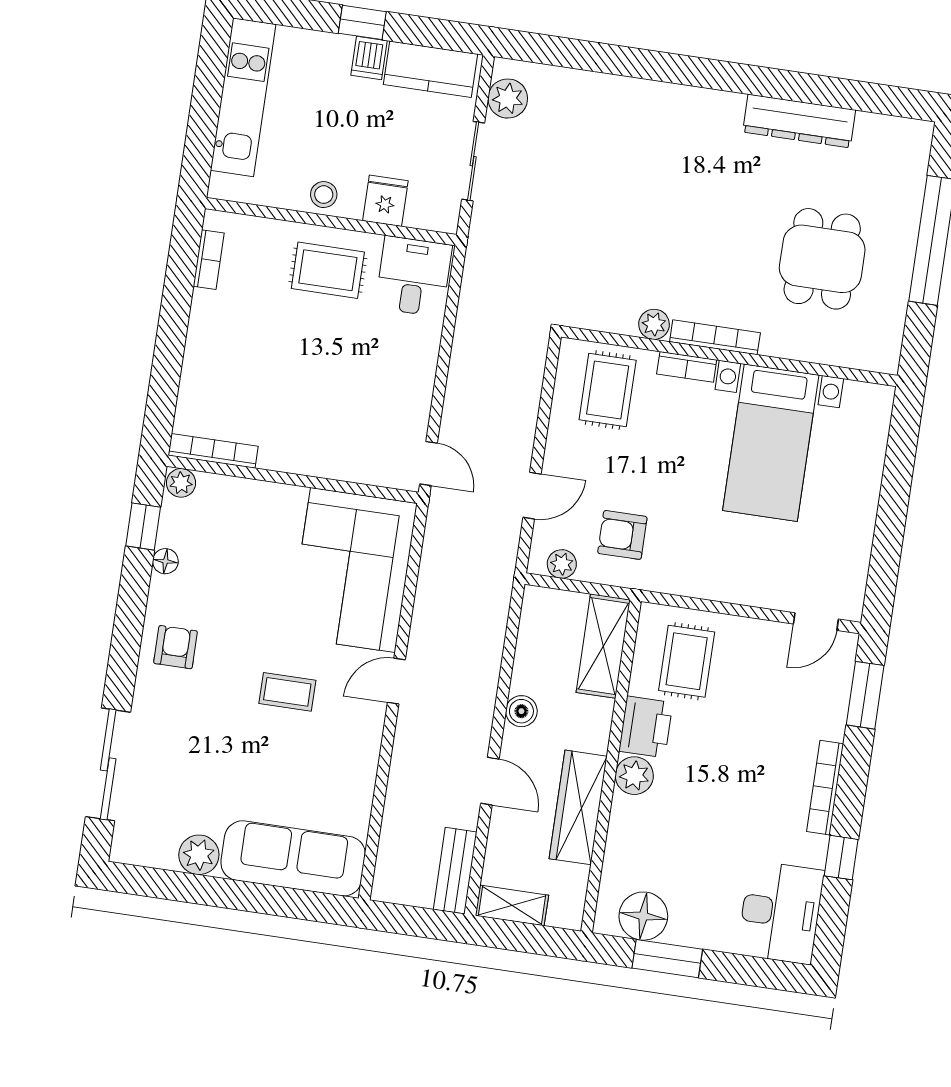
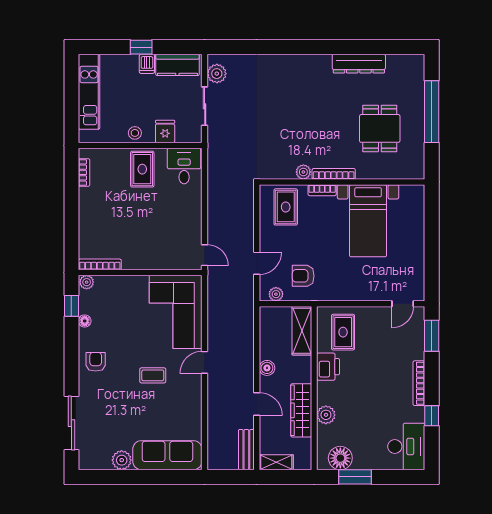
rug: (328, 270) -> (142, 169), turned 90
plant: (634, 776) -> (326, 415), moved

